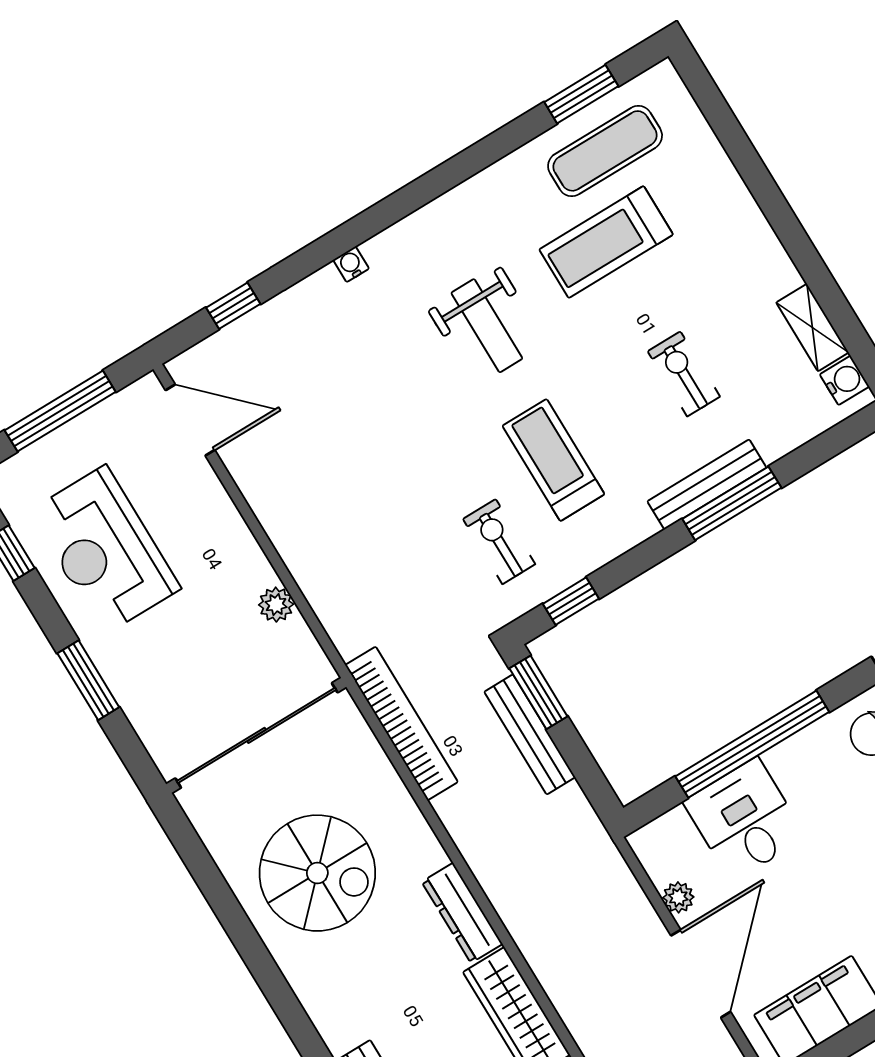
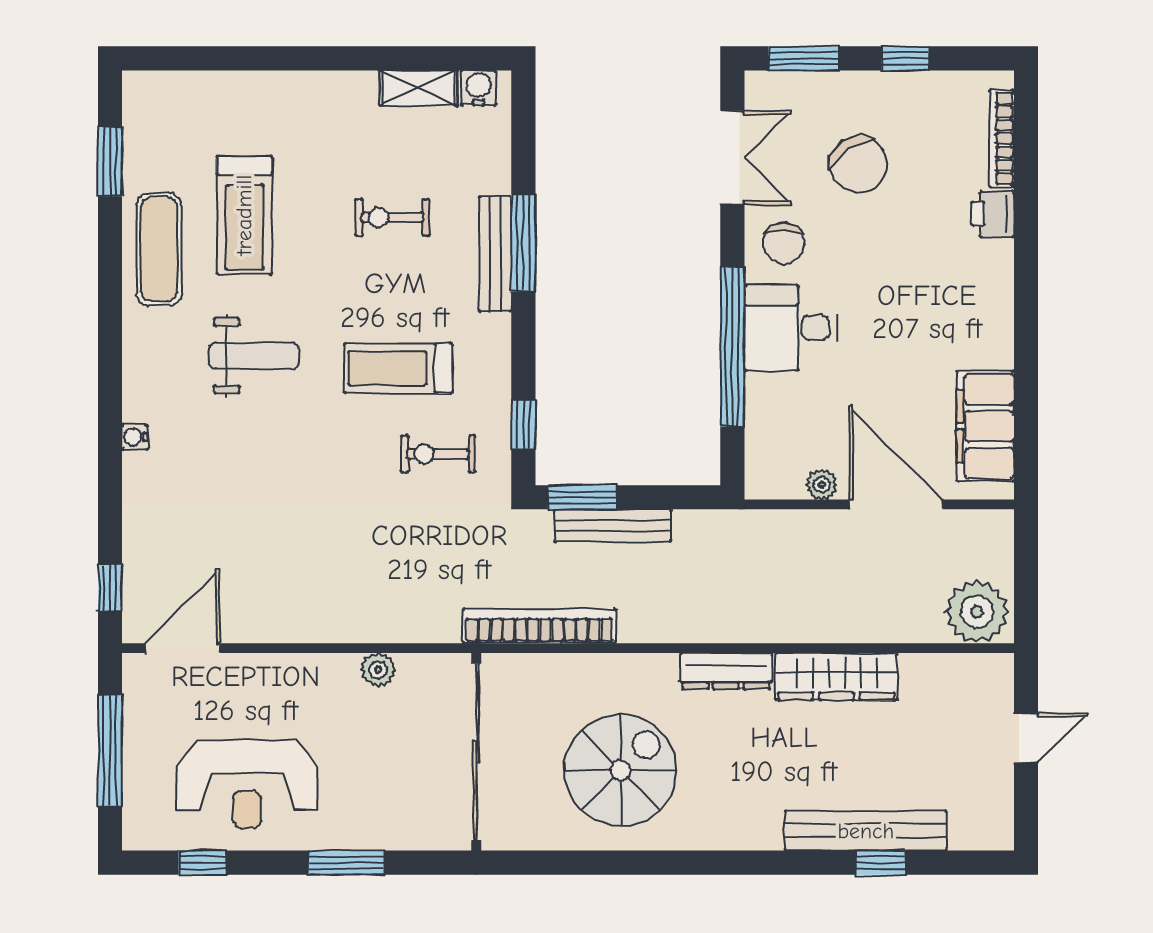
exercise mat: (605, 151) -> (159, 249), moved
window: (233, 306) -> (110, 588), moved
desk: (745, 819) -> (791, 328), moved

